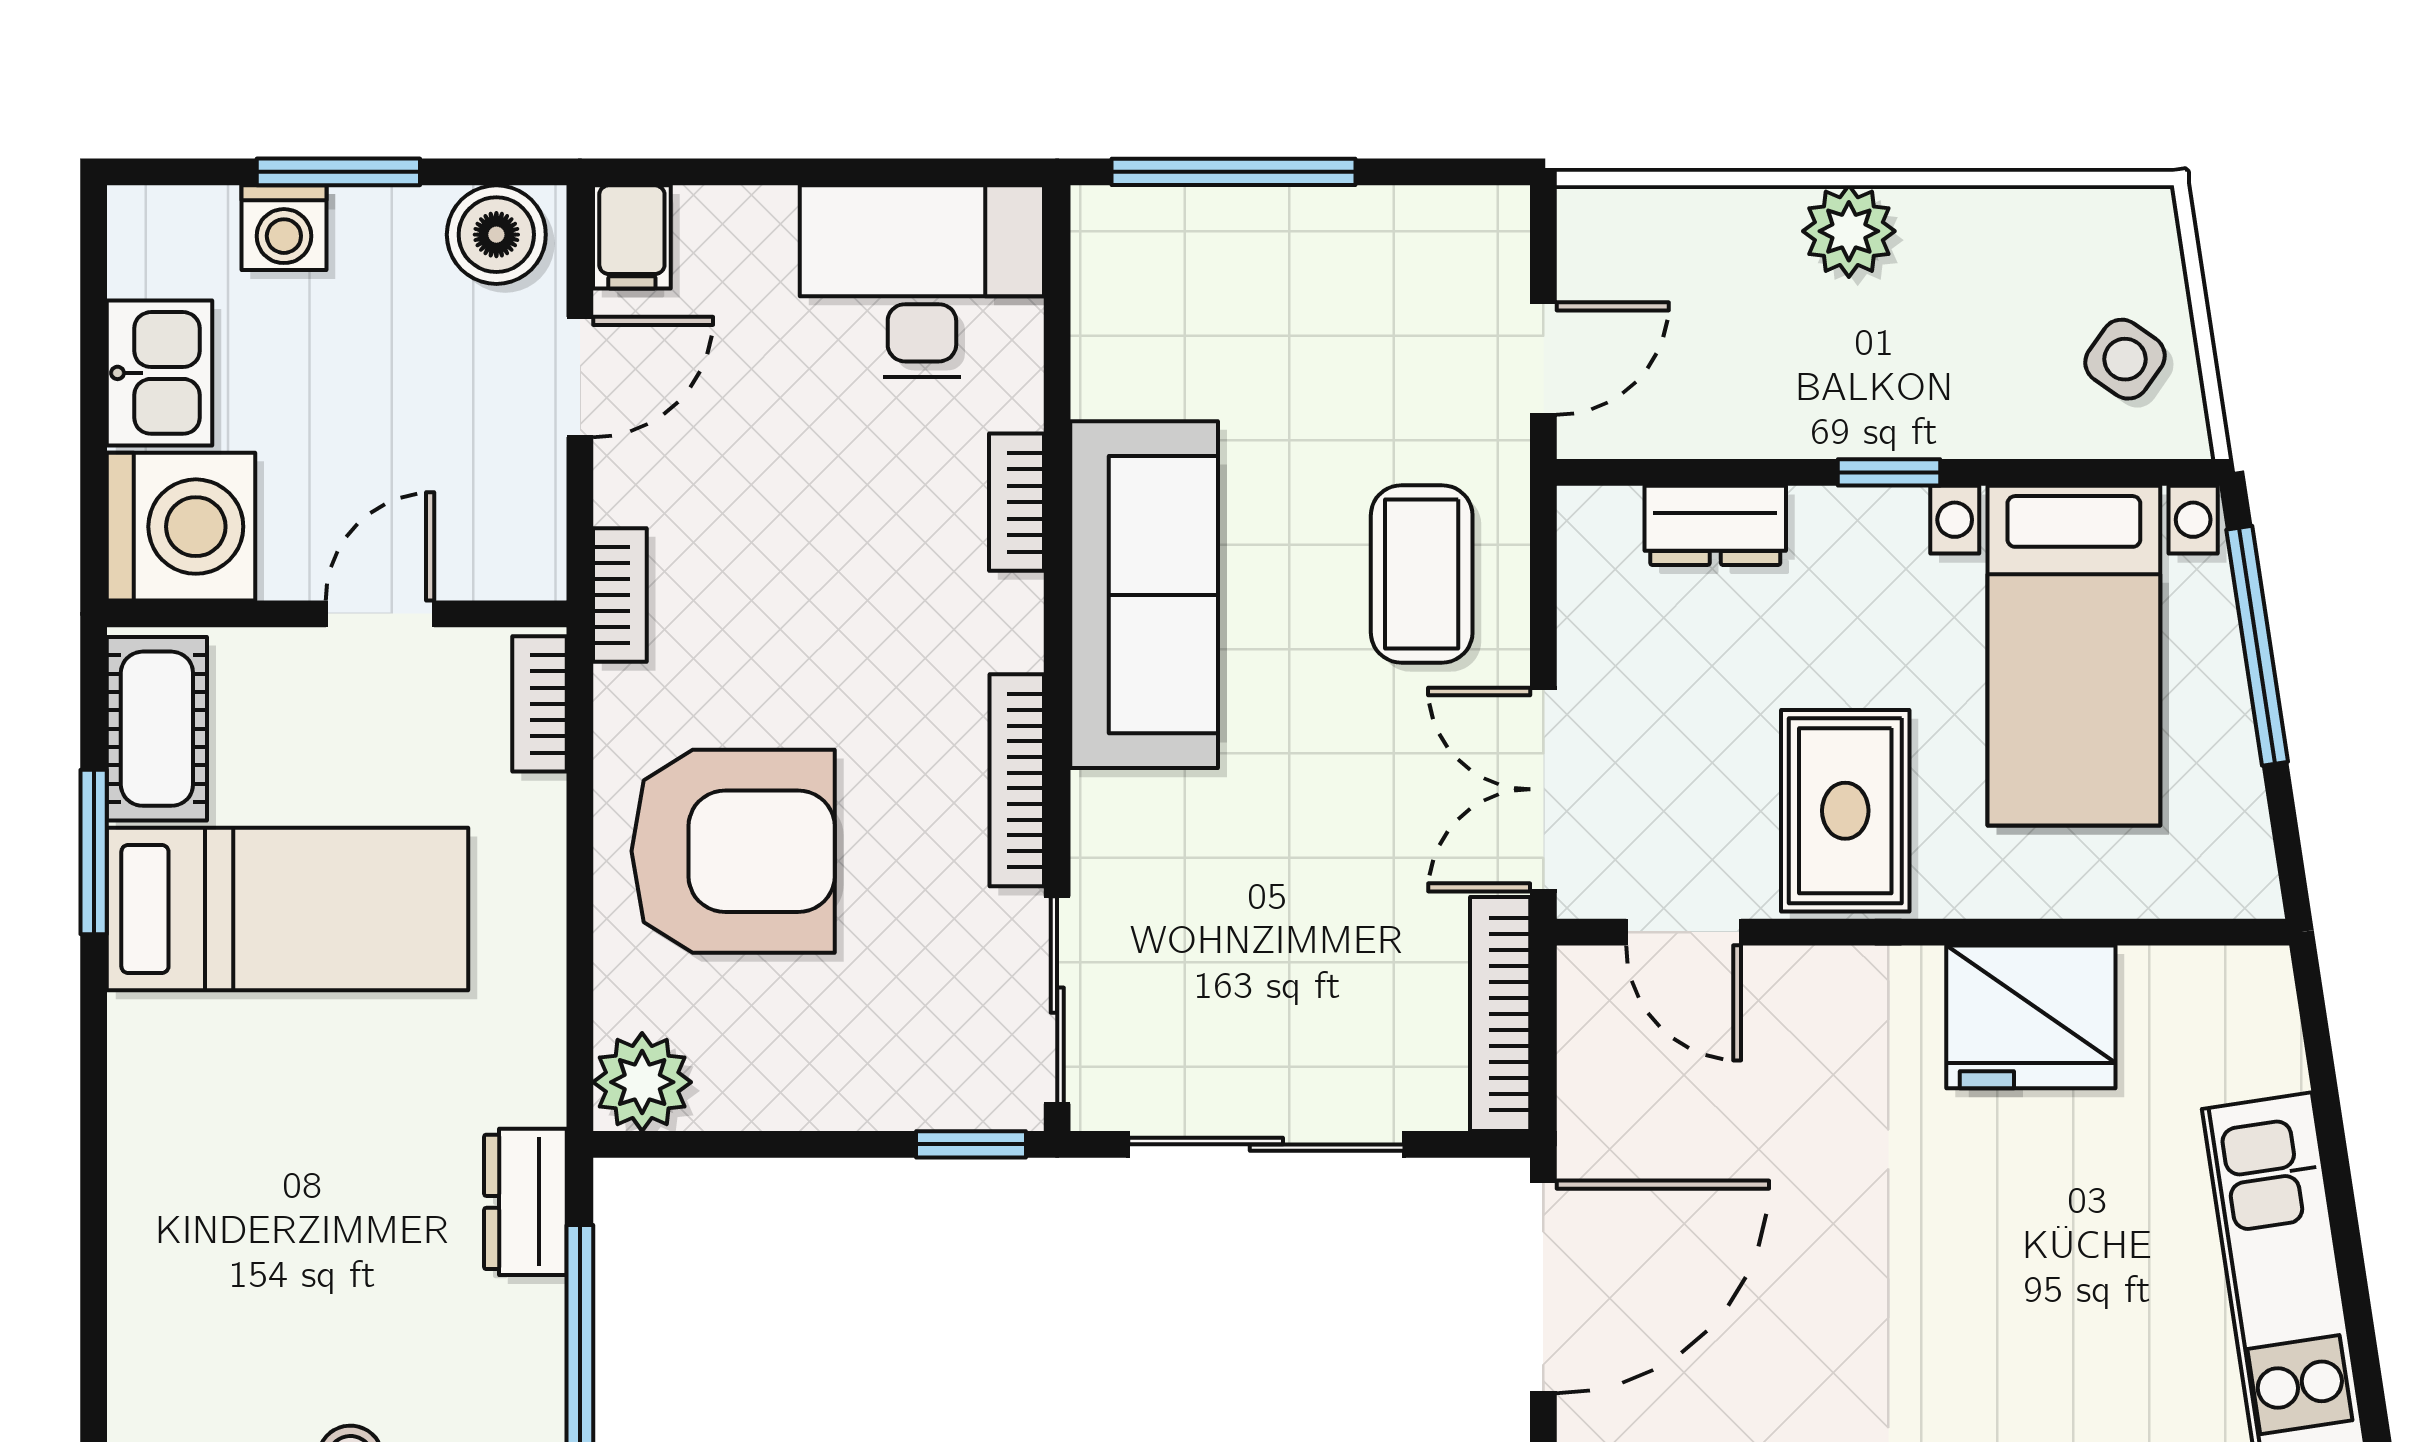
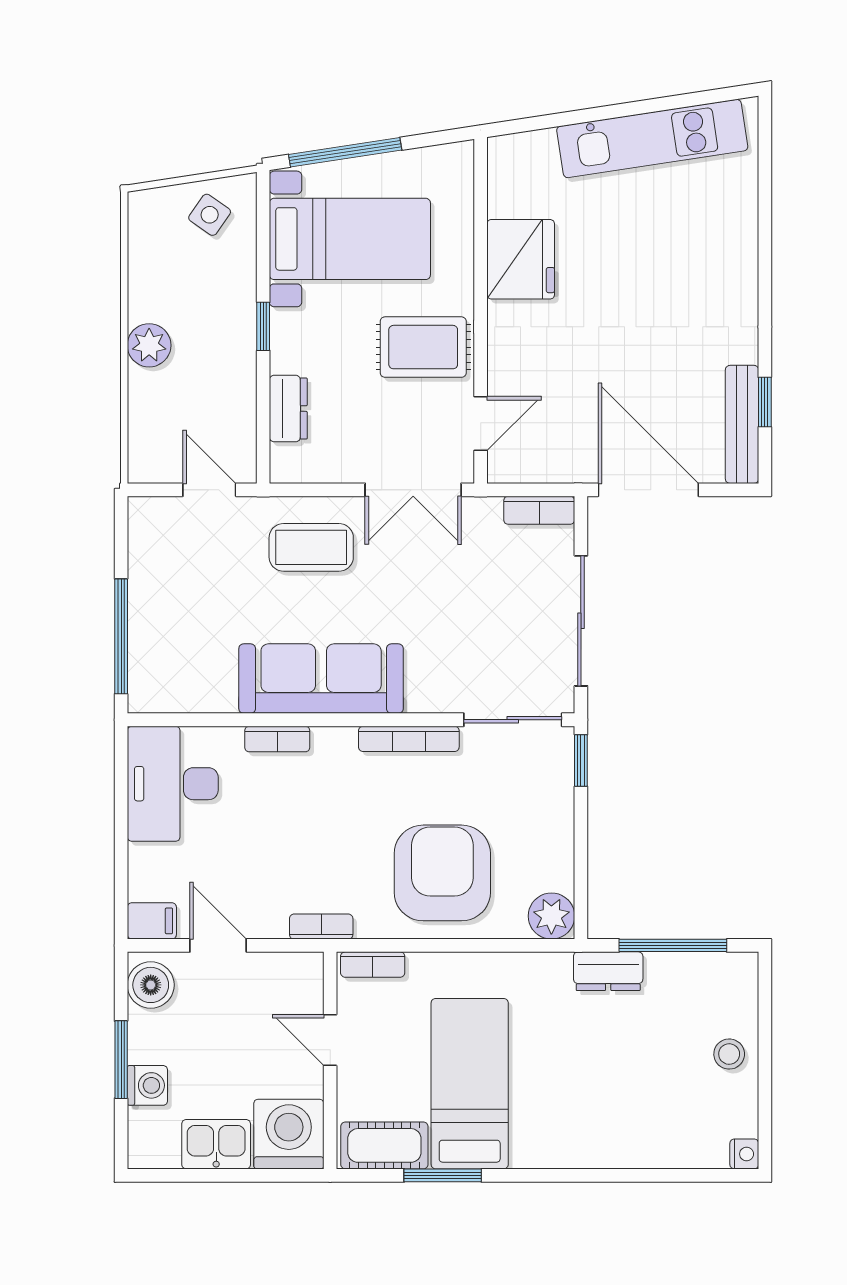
bookcase: (1500, 1014) -> (539, 510), width x0.64

